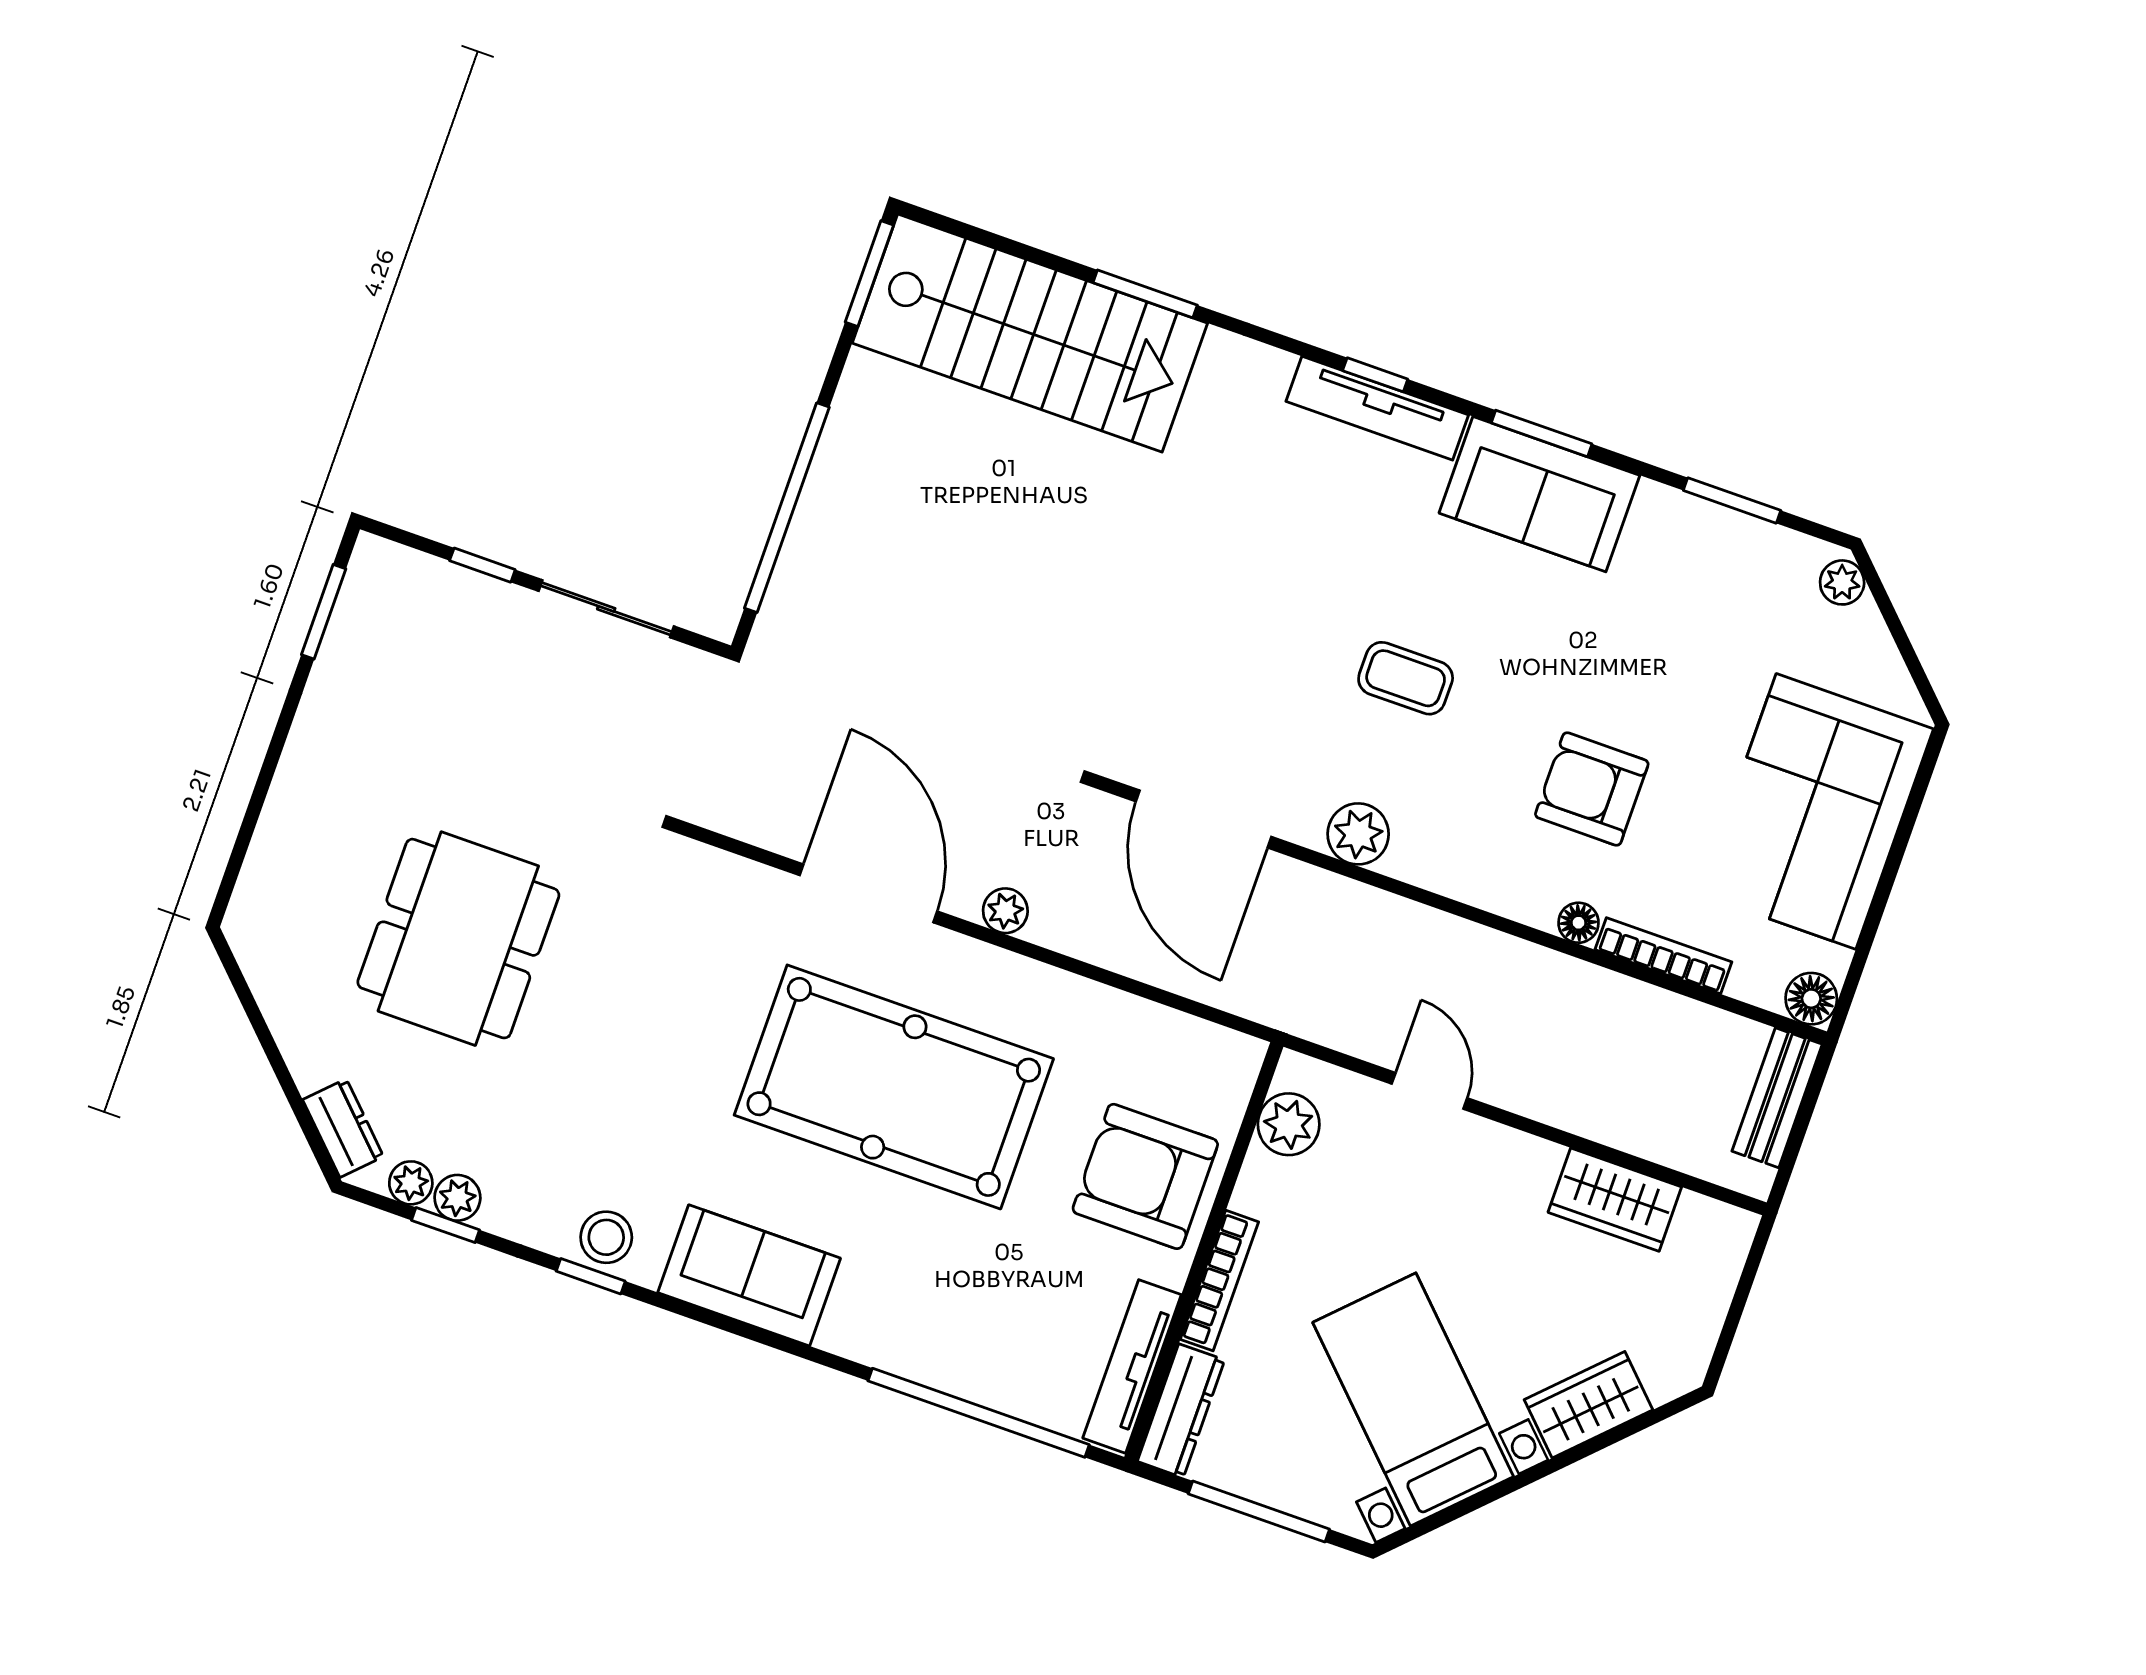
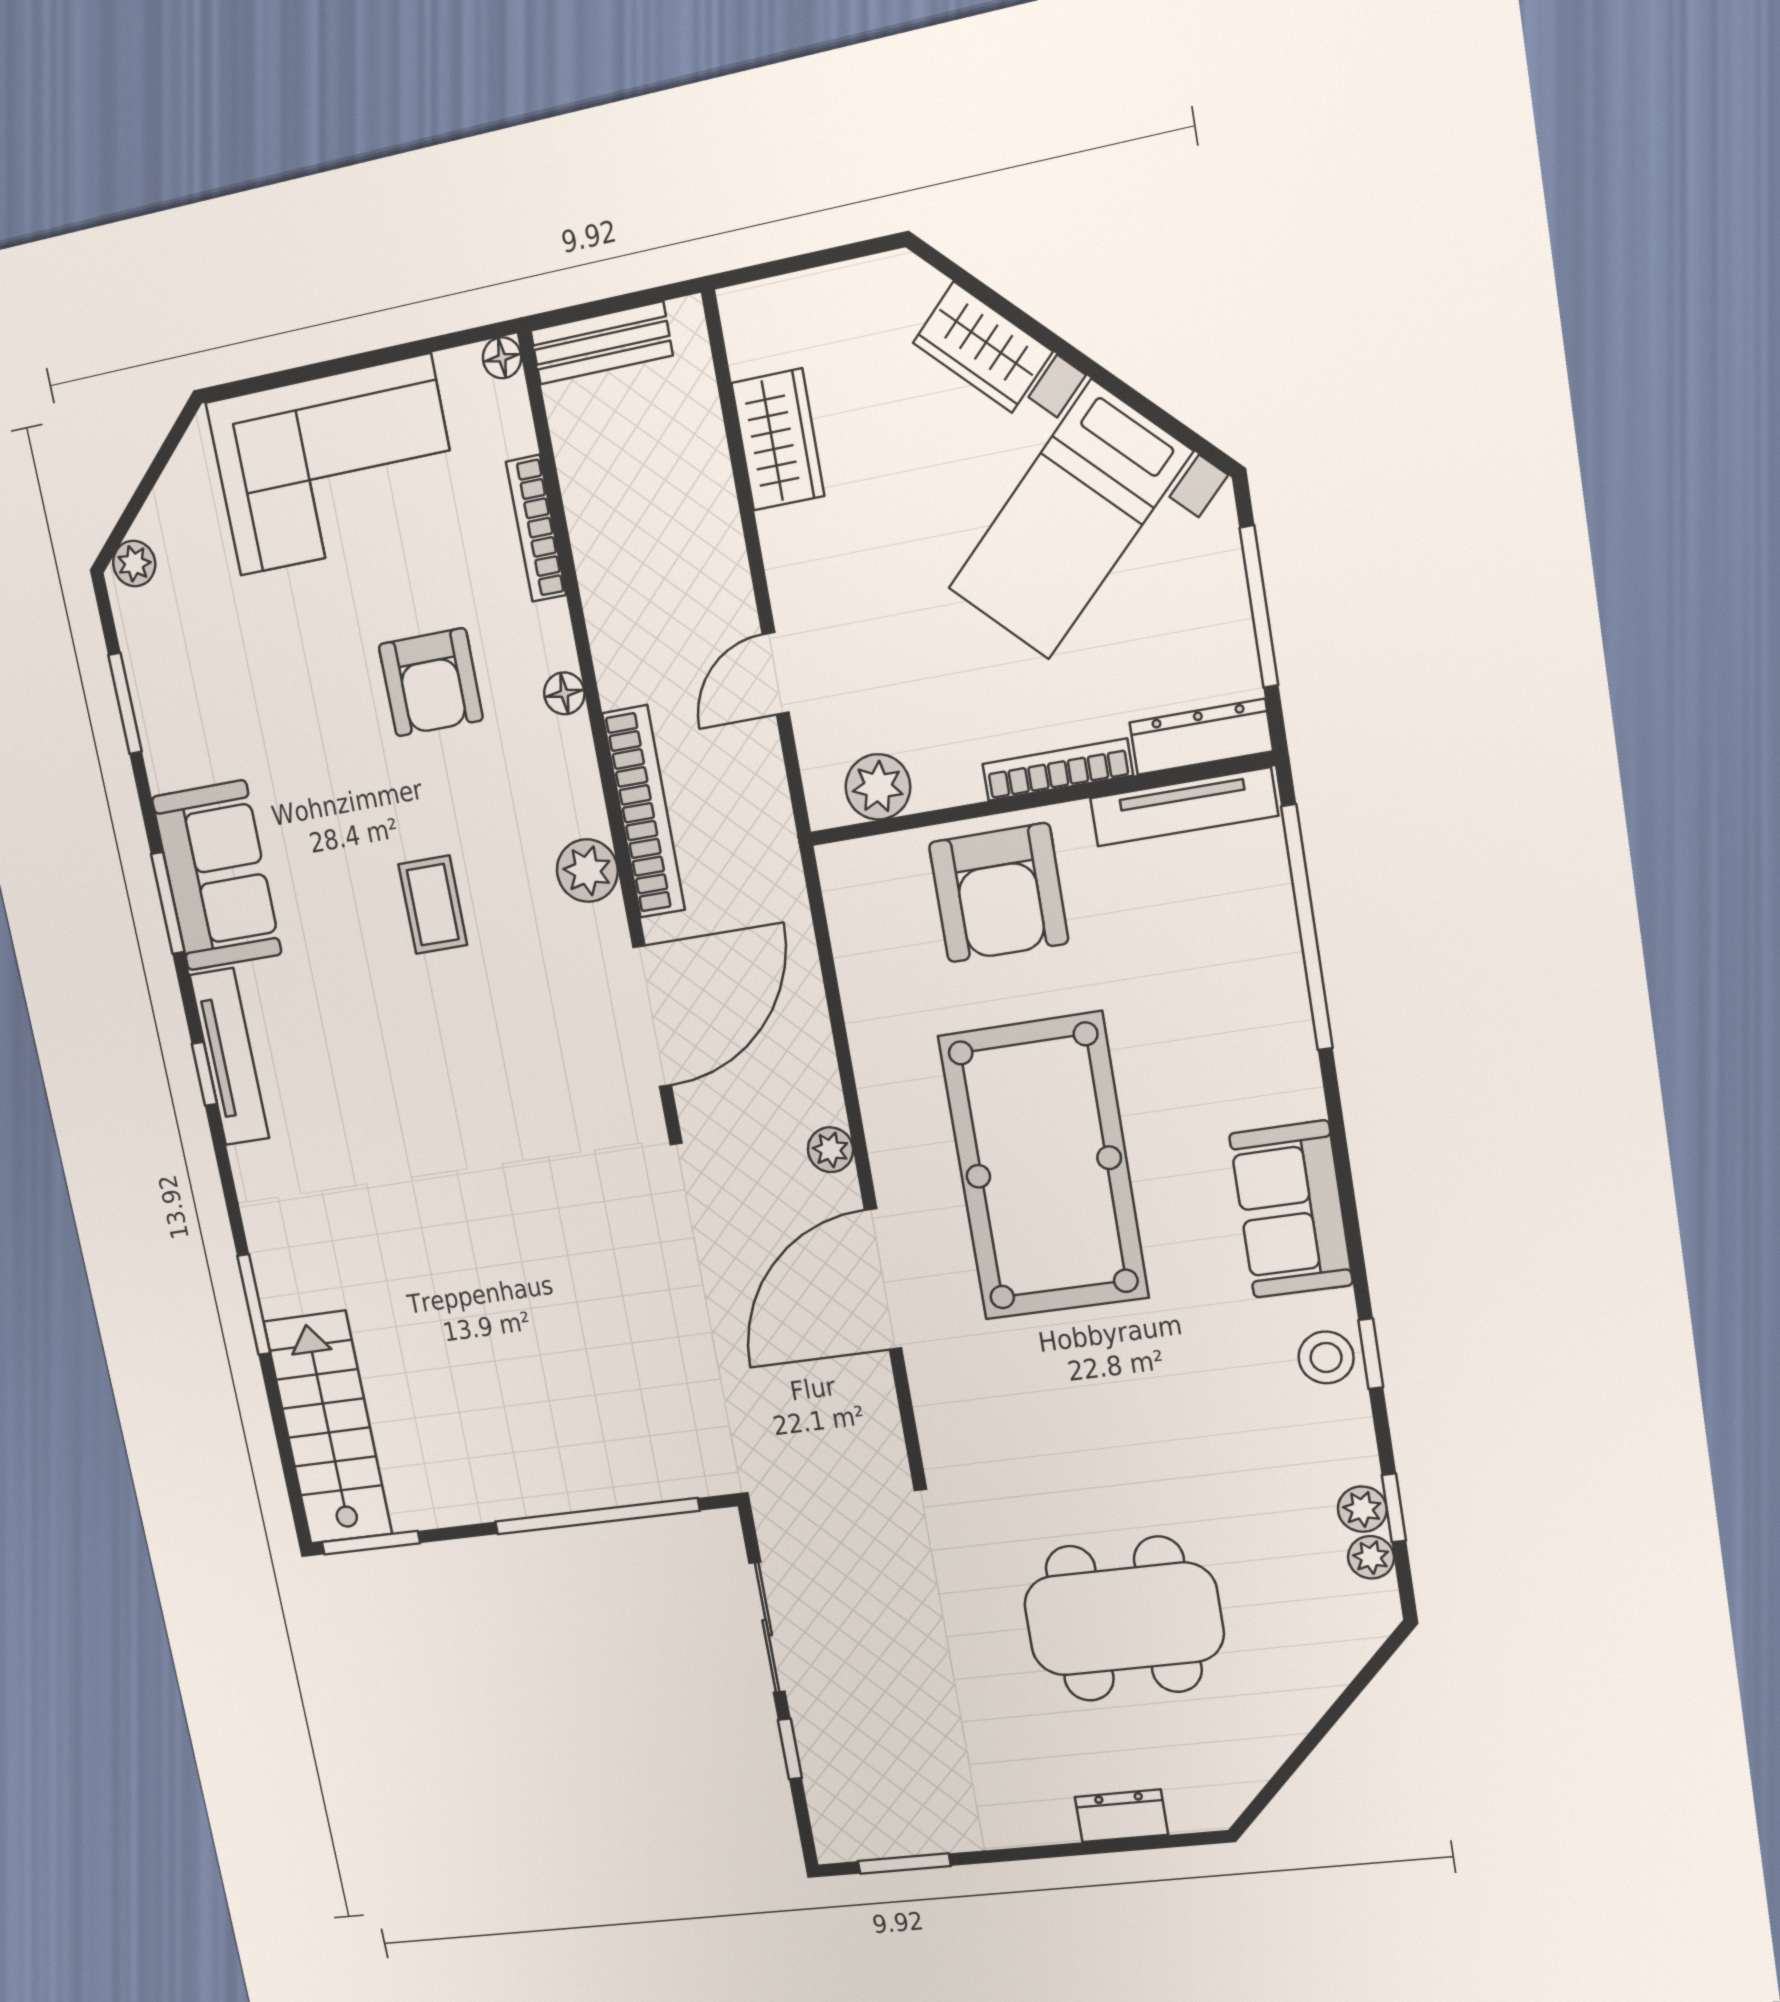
stairs: (1030, 333) -> (328, 1428), width x0.73, depth x0.66
bookcase: (1380, 912) -> (644, 812), added
floor lamp: (1578, 923) -> (564, 693), moved
floor lamp: (1811, 999) -> (502, 358), width x0.73, depth x0.73
dresser: (343, 1128) -> (1121, 1816), moved, turned 45

